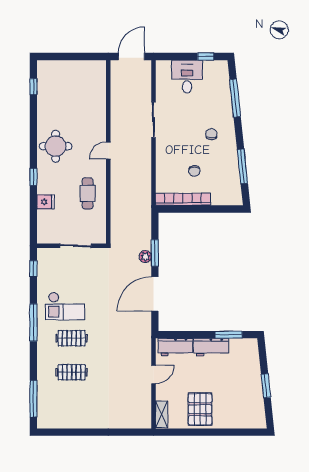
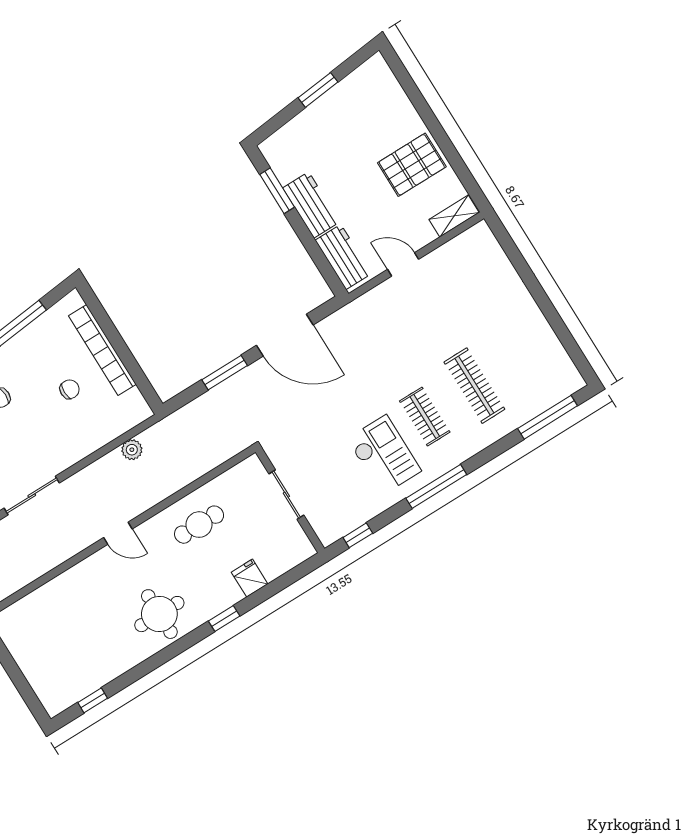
bookcase: (183, 199) -> (102, 350), moved
plant: (145, 257) -> (132, 450), moved
clothes rail: (72, 372) -> (474, 386), width x1.36

